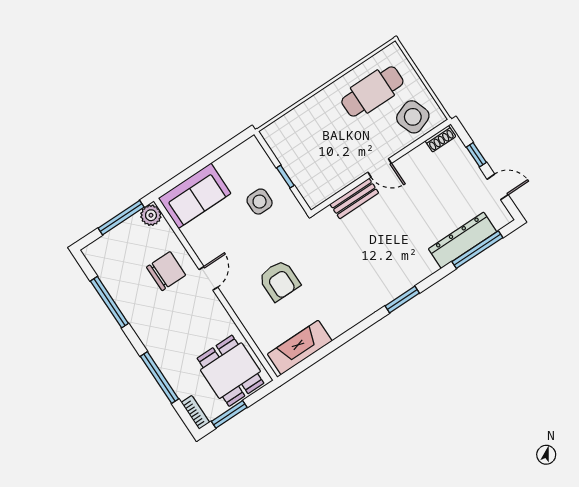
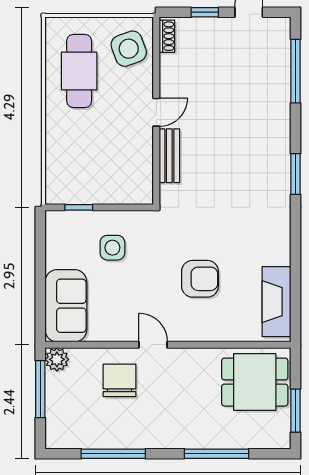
window: (285, 177) -> (79, 207), moved
dresser: (462, 240) -> (277, 79), removed
bookcase: (195, 412) -> (272, 442), removed

